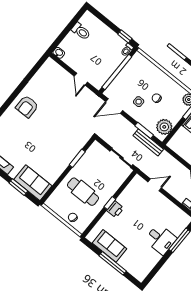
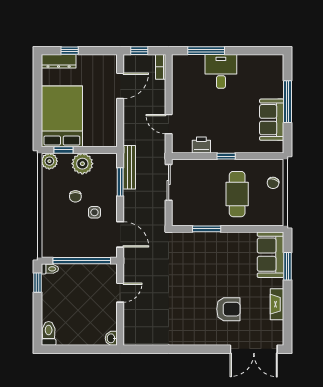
toilet: (81, 31) -> (49, 333), moved
armchair: (27, 106) -> (228, 309), moved
plant: (164, 127) -> (82, 164), moved
printer: (115, 209) -> (201, 145), moved

